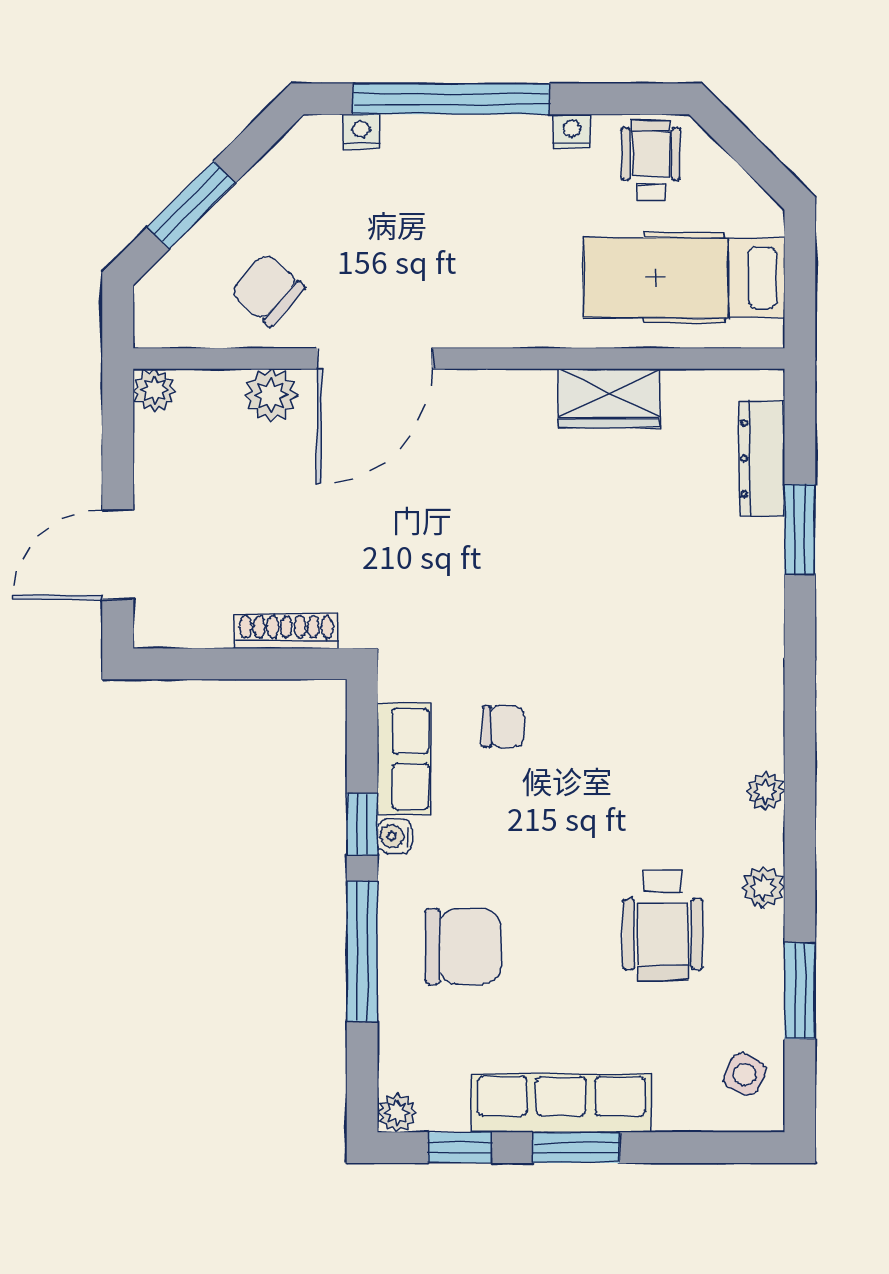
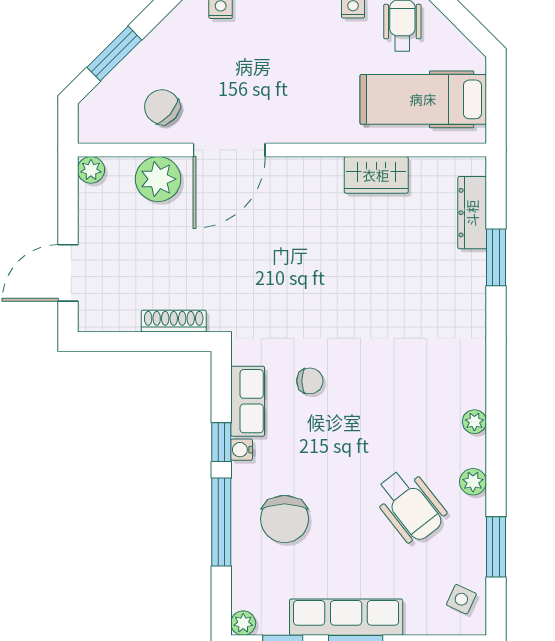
plant: (271, 395) -> (158, 179), width x1.36, depth x1.36
wheelchair: (663, 925) -> (410, 506), turned -38
chair: (463, 947) -> (285, 519), turned 90

